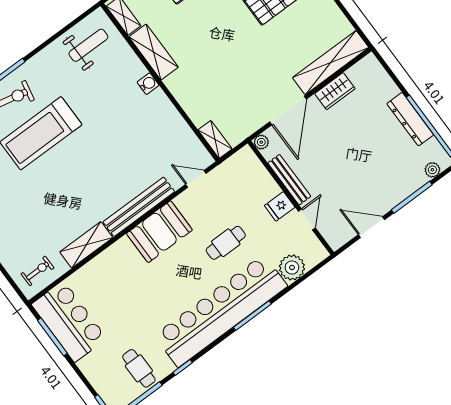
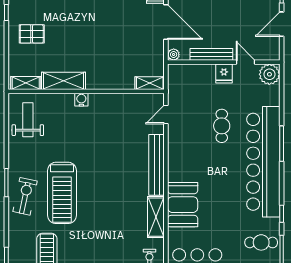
booth: (159, 232) -> (183, 205), moved
plant: (292, 267) -> (269, 74), moved

